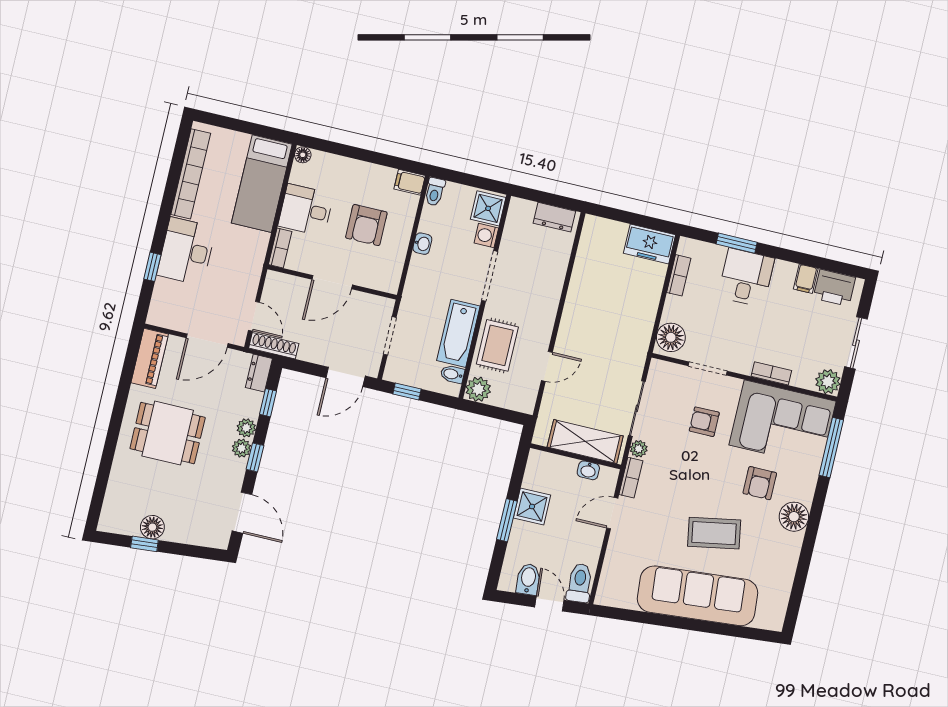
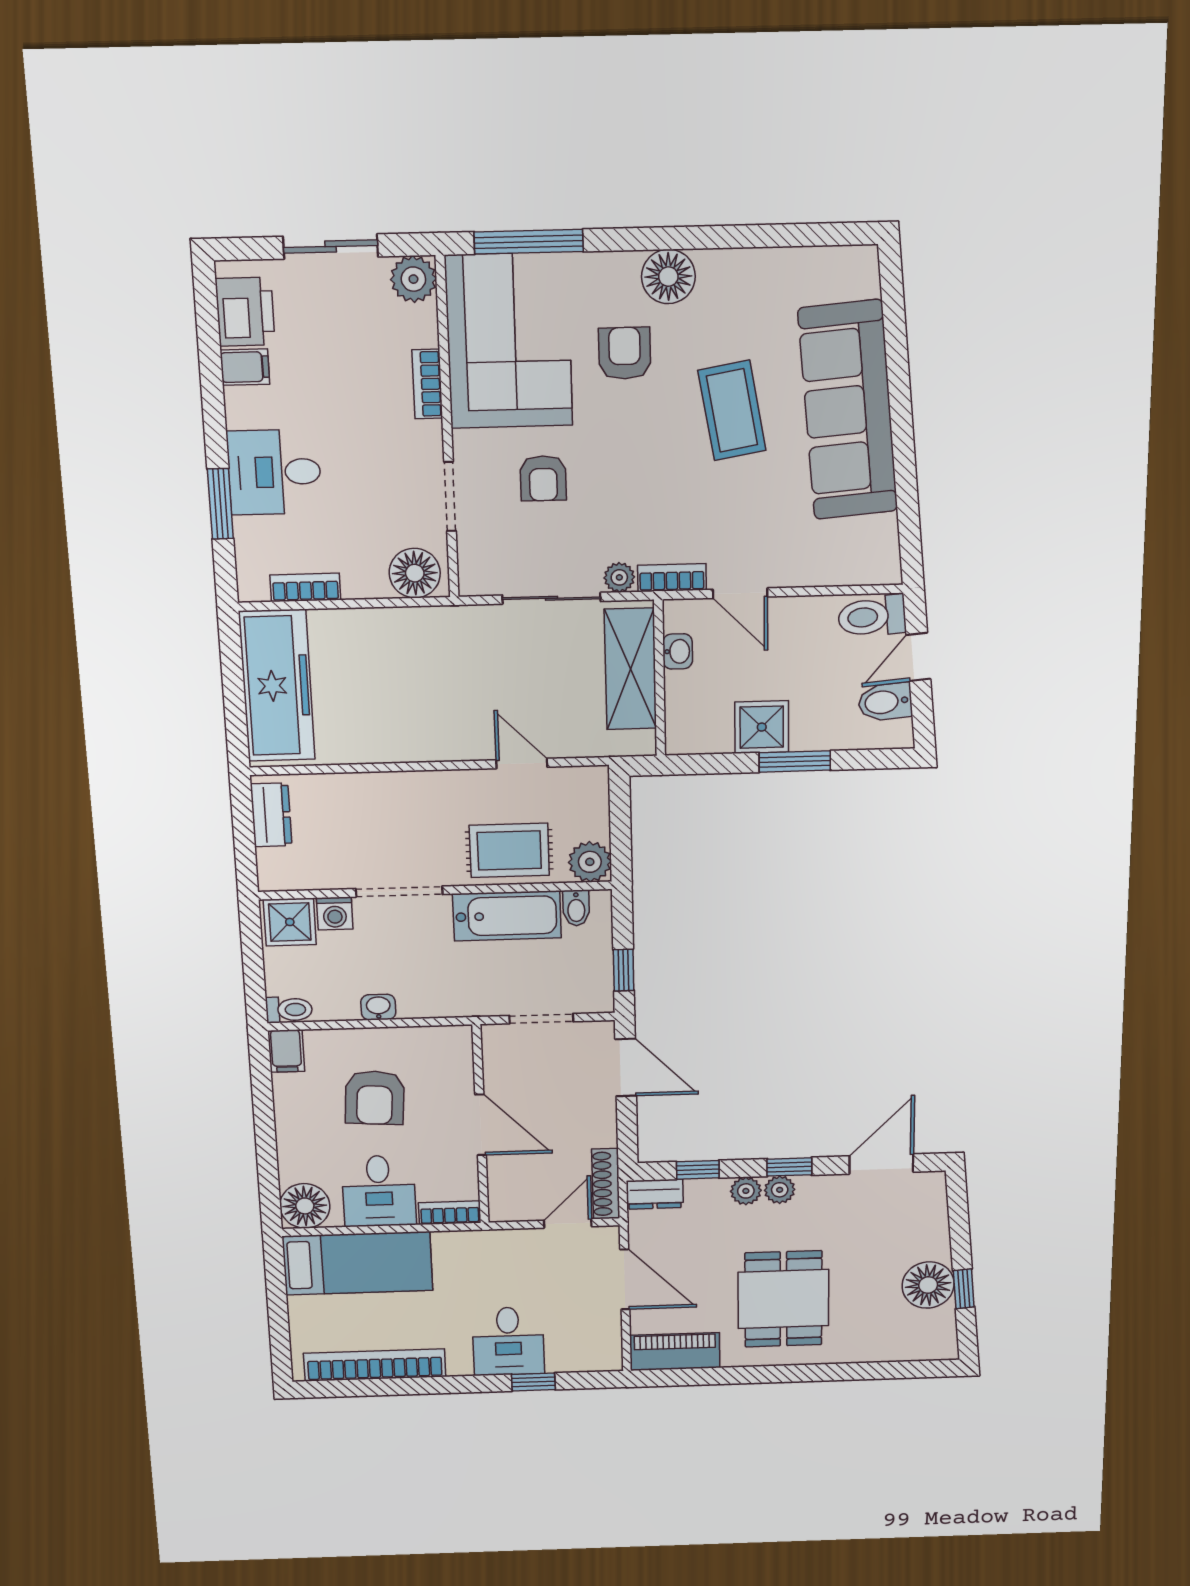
floor lamp: (303, 155) -> (305, 1206), width x1.89, depth x1.89
armchair: (366, 225) -> (375, 1098), turned 94
freezer: (649, 244) -> (277, 686), width x1.91, depth x1.26
desk: (186, 251) -> (508, 1341), width x0.73
armchair: (760, 483) -> (625, 353), turned -90
floor lamp: (152, 527) -> (928, 1285), width x1.38, depth x1.38

